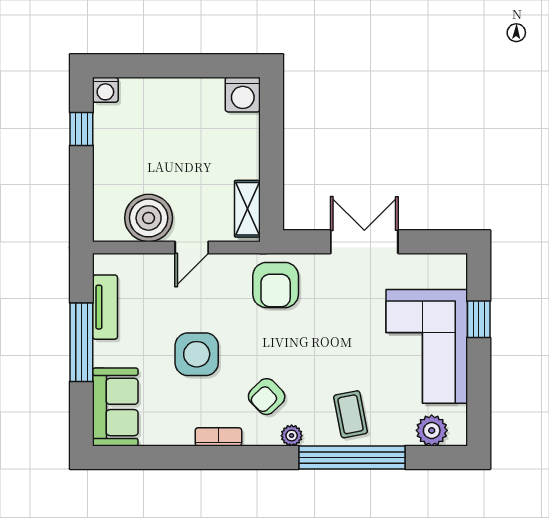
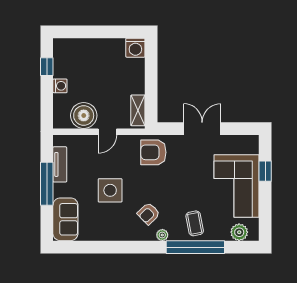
washing machine: (105, 90) -> (60, 86), moved, turned -90
armchair: (276, 285) -> (153, 152), turned 90
bookcase: (218, 437) -> (122, 236), removed

